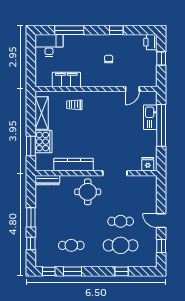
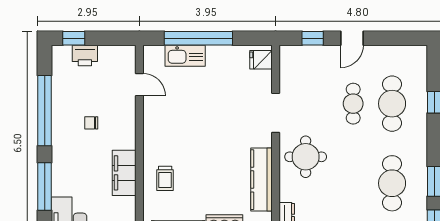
window: (116, 30) -> (45, 111), width x3.17
printer: (150, 42) -> (85, 56), moved
window: (161, 59) -> (74, 38), moved
filing cabinet: (66, 79) -> (124, 173), moved
cafe table: (71, 245) -> (392, 183), width x1.37, depth x1.35
window: (161, 246) -> (313, 38), moved

